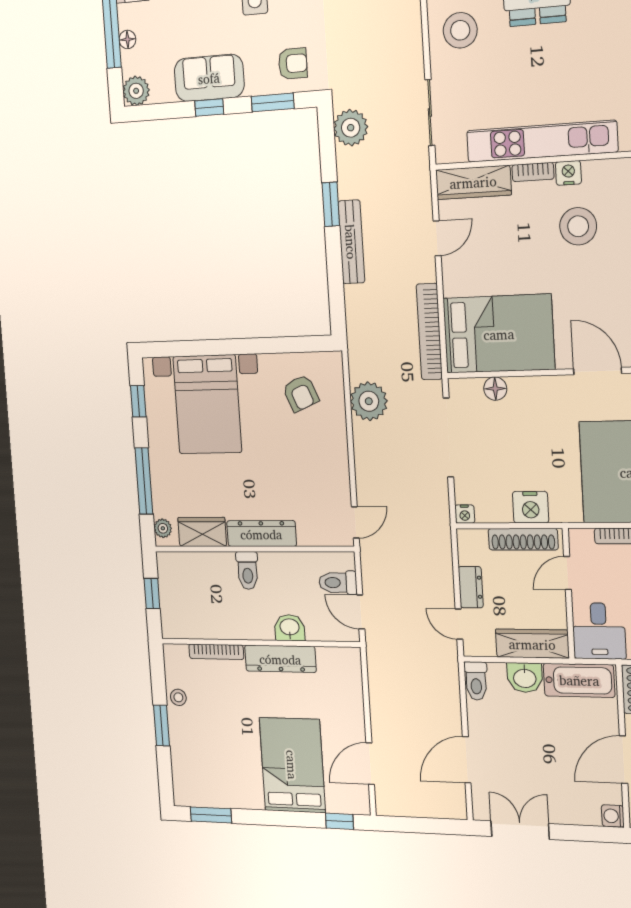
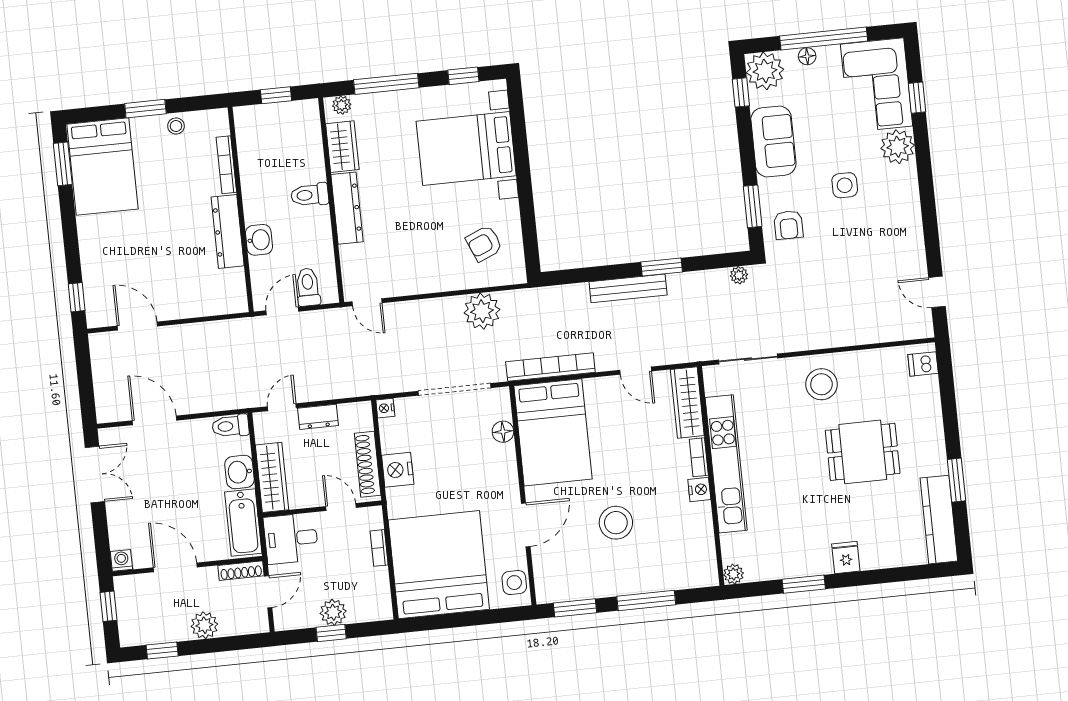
plant: (136, 91) -> (765, 71), width x1.36, depth x1.36
window: (209, 107) -> (741, 92), moved
plant: (351, 128) -> (739, 275), width x0.53, depth x0.53
stool: (578, 226) -> (616, 523), moved
bed: (292, 765) -> (102, 167), moved, turned 90

